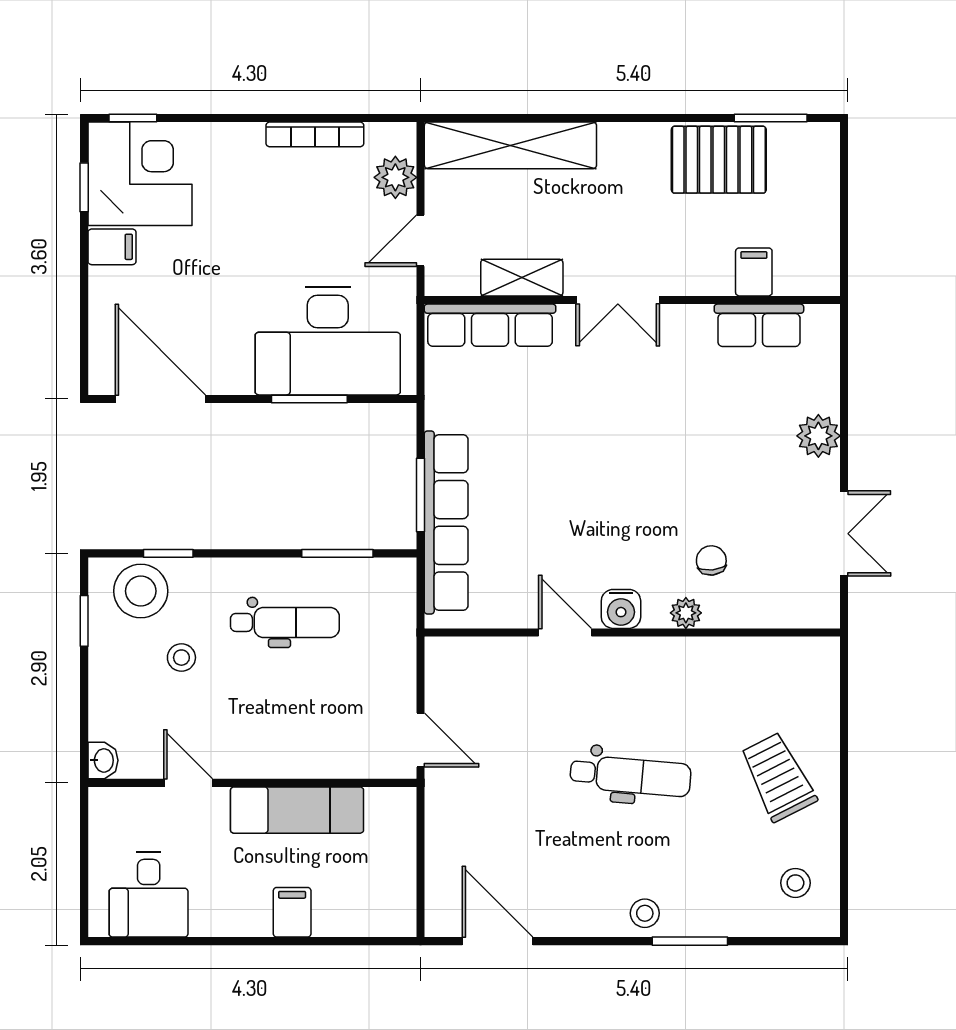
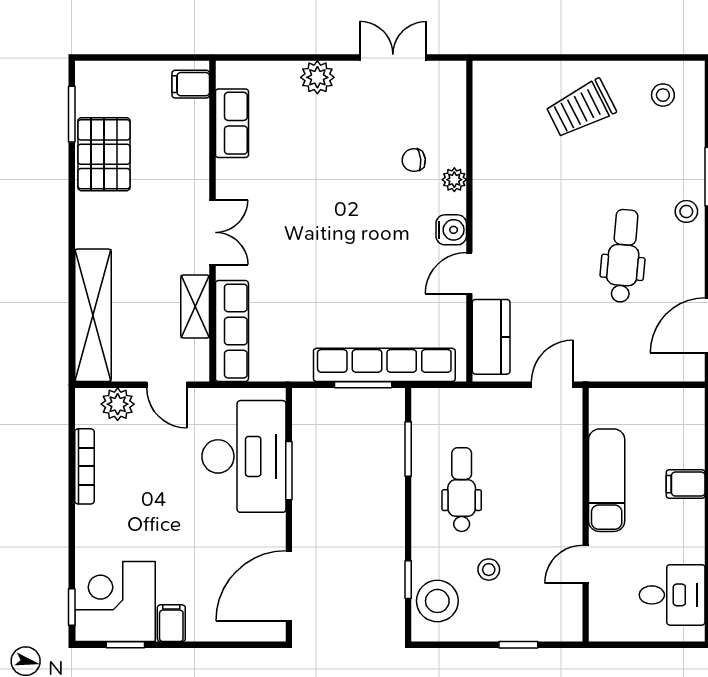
filing cabinet: (754, 272) -> (191, 84), moved
window: (84, 621) -> (518, 645), moved
kitchen counter: (483, 661) -> (491, 337), added
washbasin: (103, 760) -> (568, 630), removed
dental chair: (630, 776) -> (624, 256), moved

